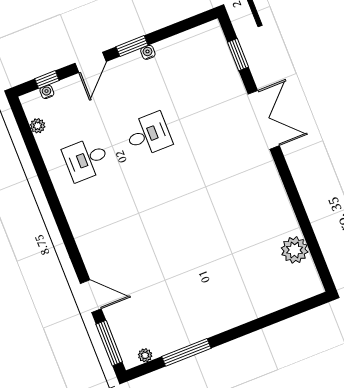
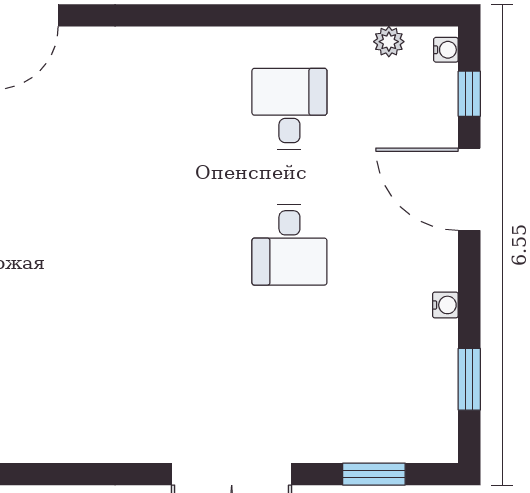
window: (132, 46) -> (469, 379), moved
door: (91, 62) -> (469, 189), width x1.36
water cooler: (47, 92) -> (446, 50), moved

